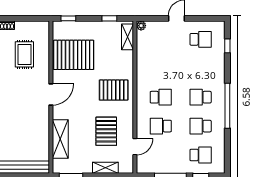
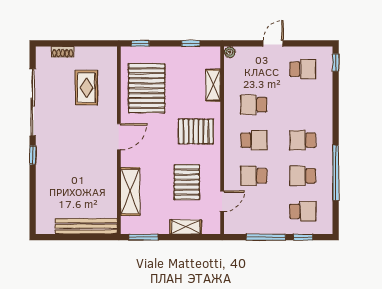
shelving: (128, 37) -> (213, 85), moved
window: (227, 46) -> (336, 63), moved
pallet: (74, 55) -> (147, 88), turned 90
school desk: (161, 68) -> (254, 105), added
window: (227, 106) -> (336, 173), moved

